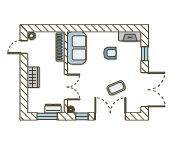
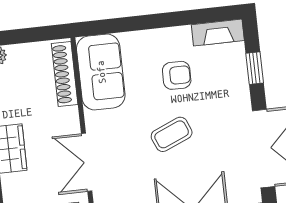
double door: (66, 87) -> (87, 162), swing flipped
coffee table: (116, 88) -> (172, 134), moved

